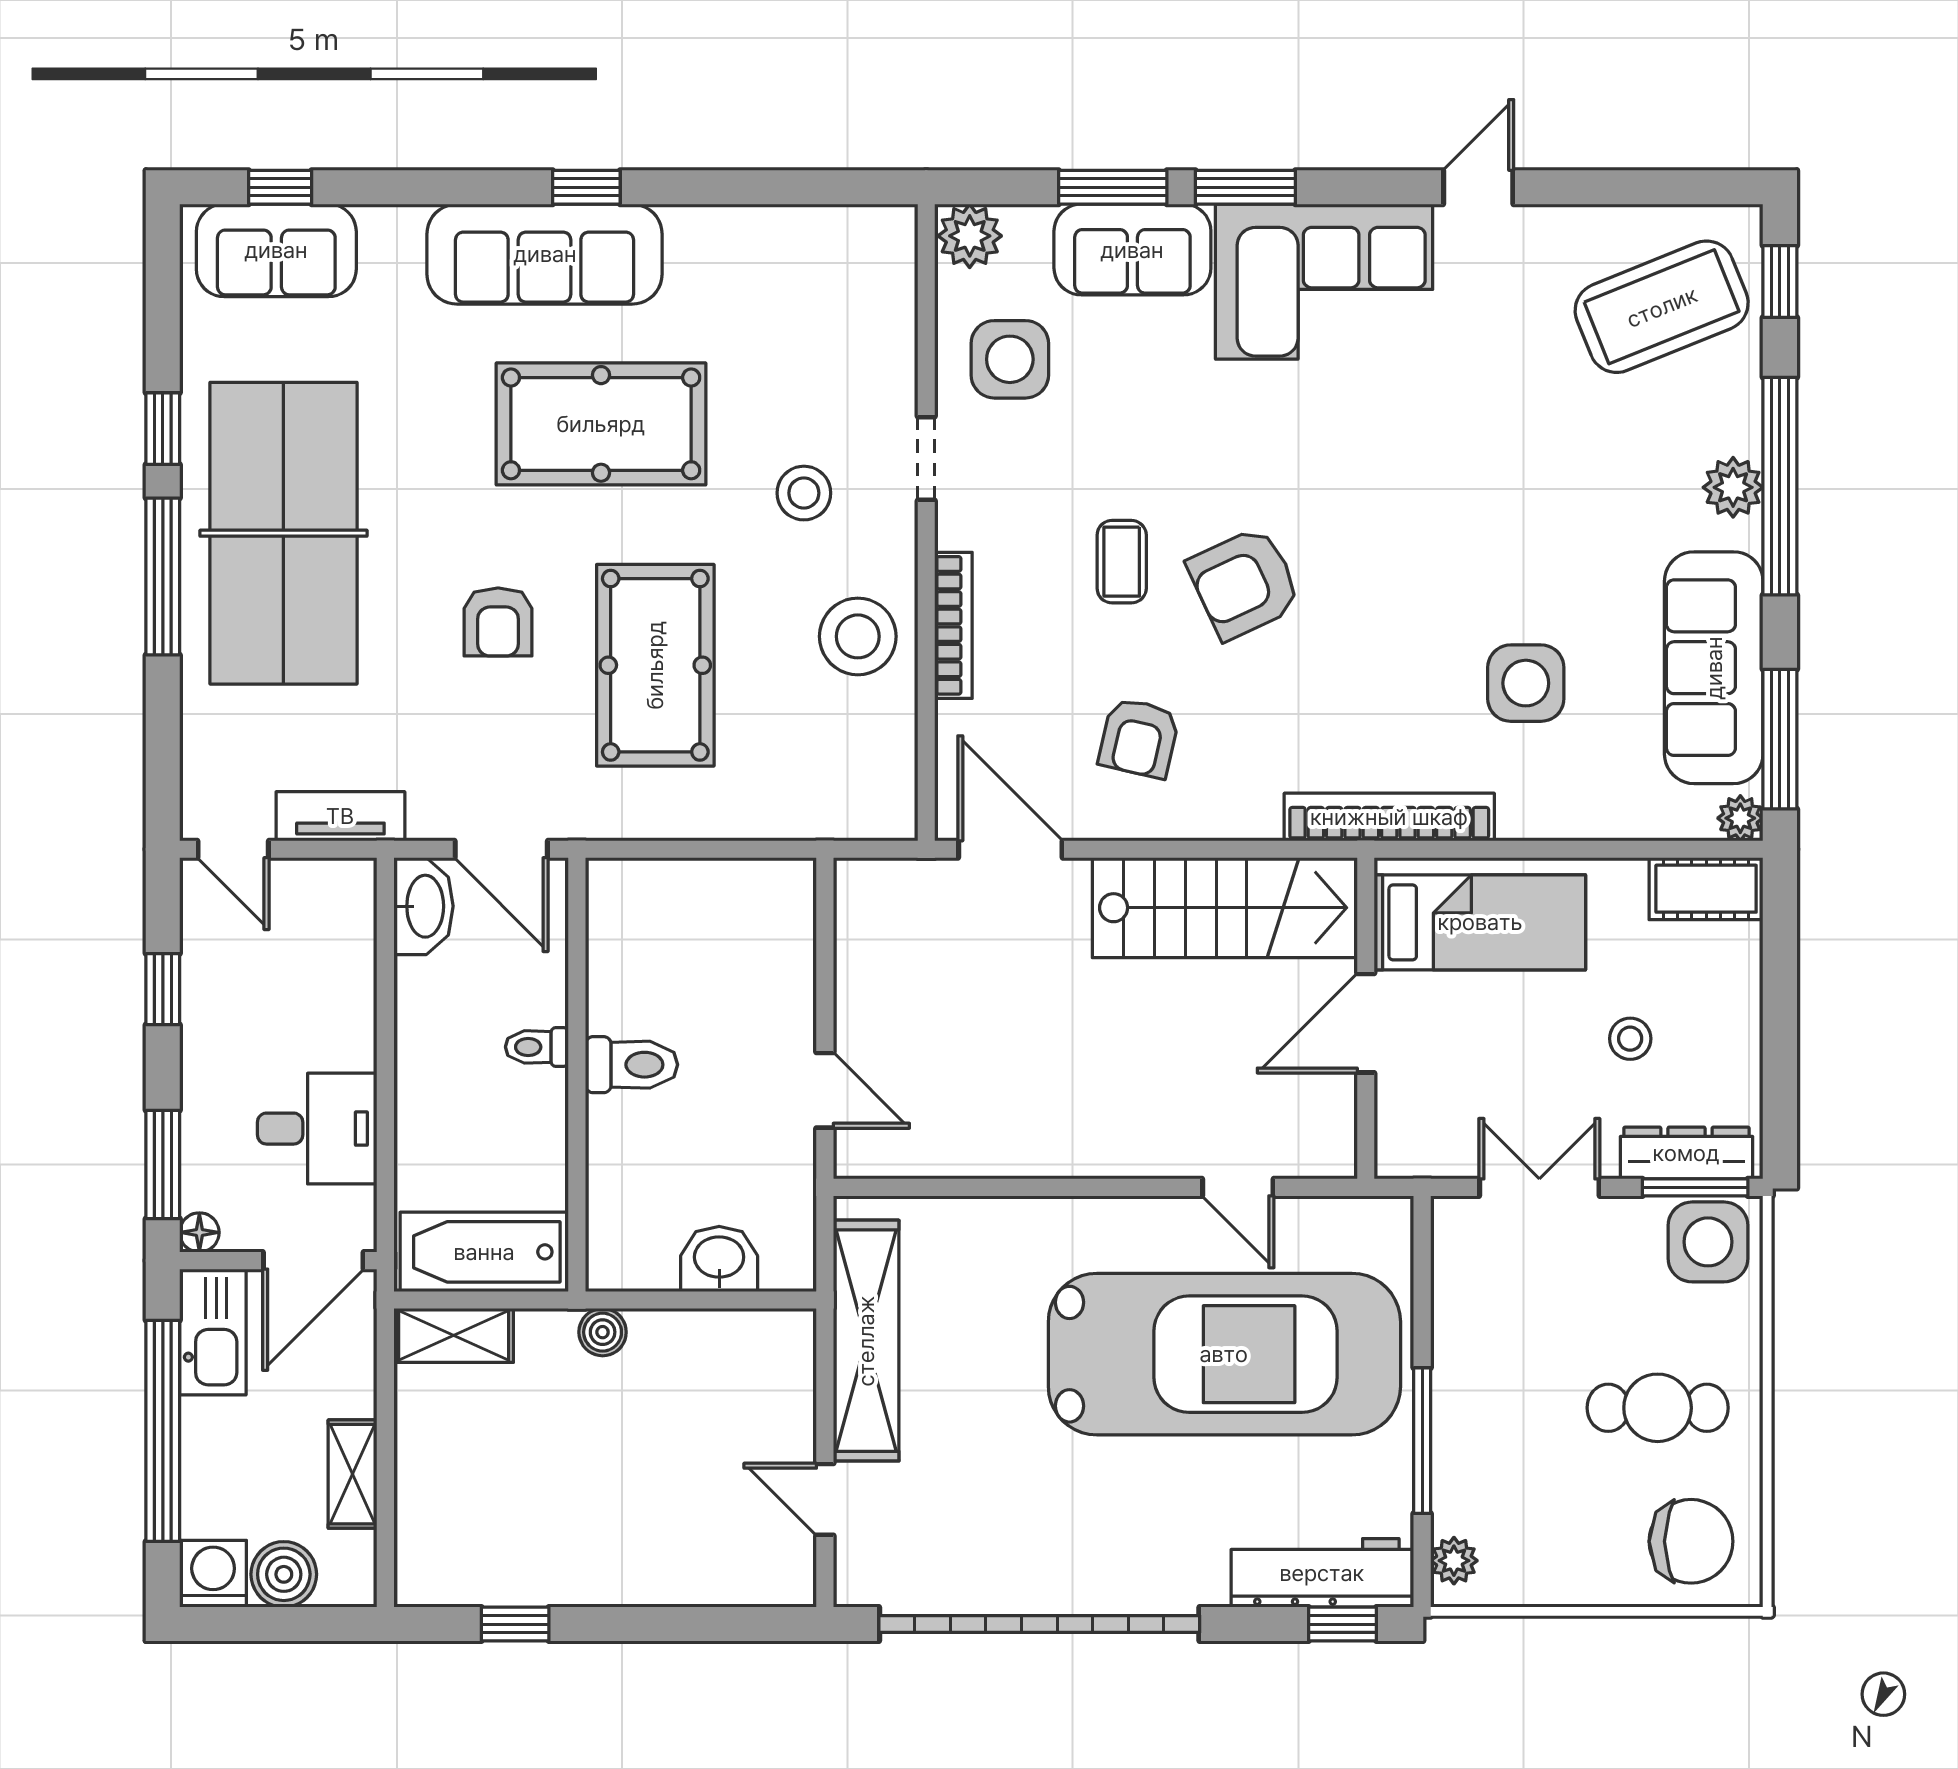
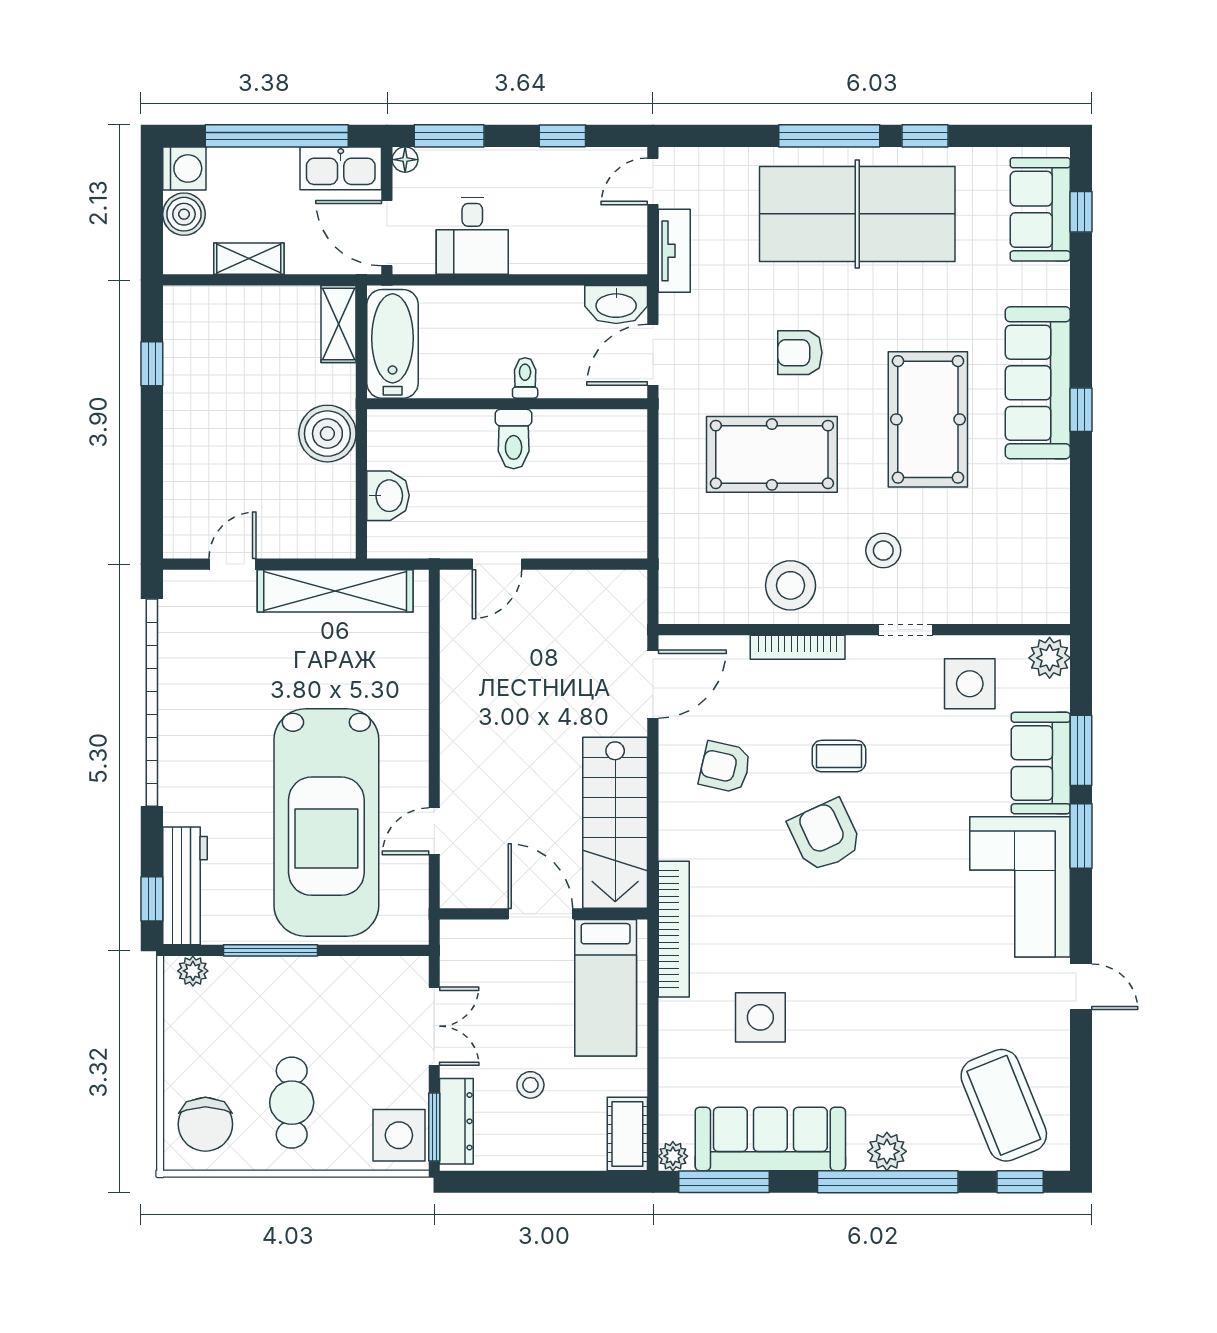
boiler: (603, 1332) -> (327, 434), width x1.86, depth x1.86

